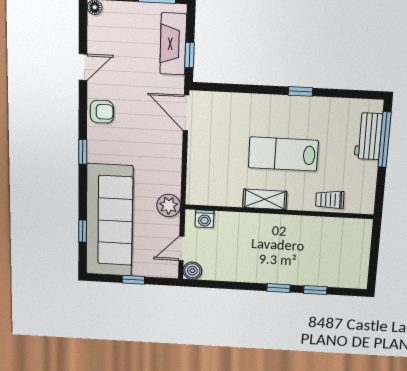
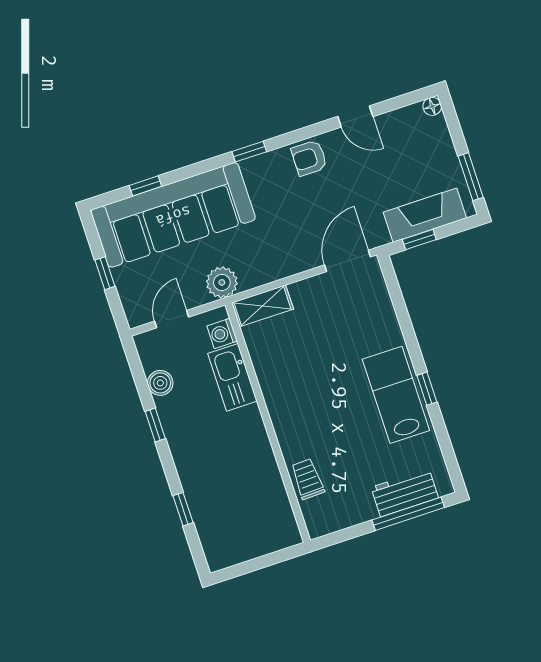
armchair: (102, 112) -> (309, 158), turned 90
lab bench: (283, 154) -> (396, 395), moved
shelving: (265, 199) -> (263, 306), moved, turned 90
kitchen sink: (238, 223) -> (232, 377), added
door: (181, 248) -> (172, 319), hinge flipped
boiler: (192, 271) -> (160, 383), moved
window: (279, 288) -> (155, 425), moved

